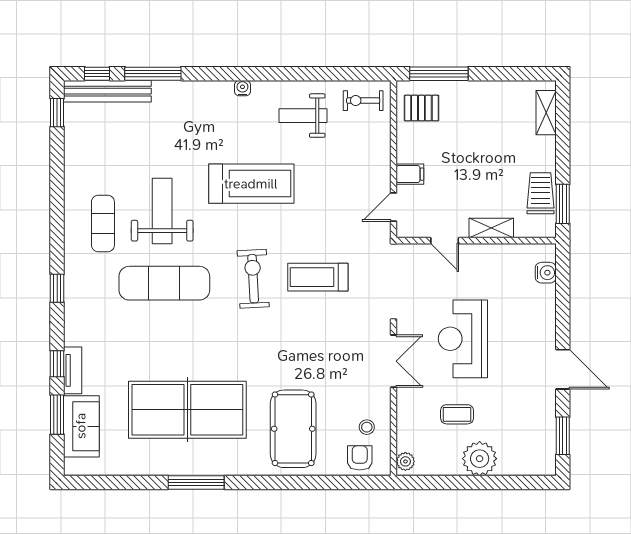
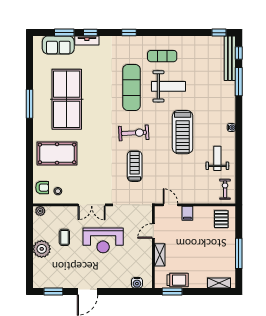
window: (439, 74) -> (239, 253), moved
reception desk: (463, 339) -> (103, 240), turned 180

